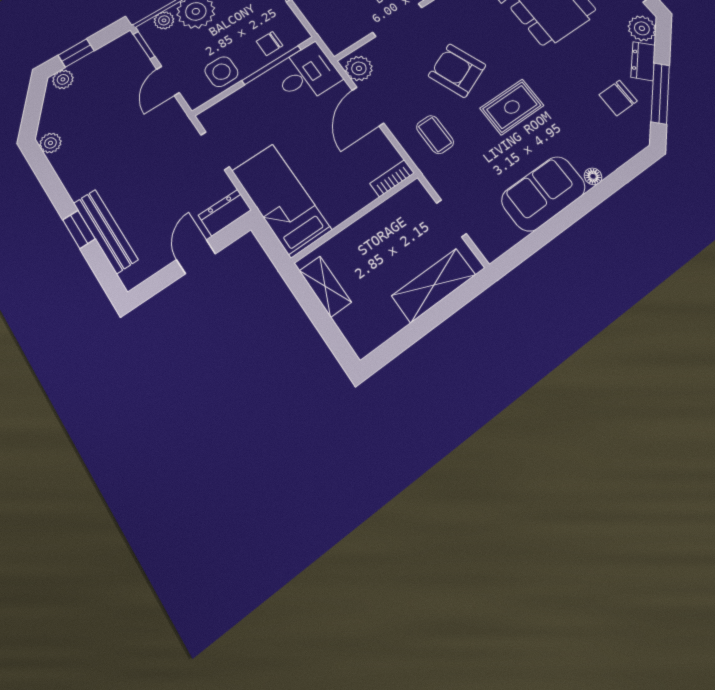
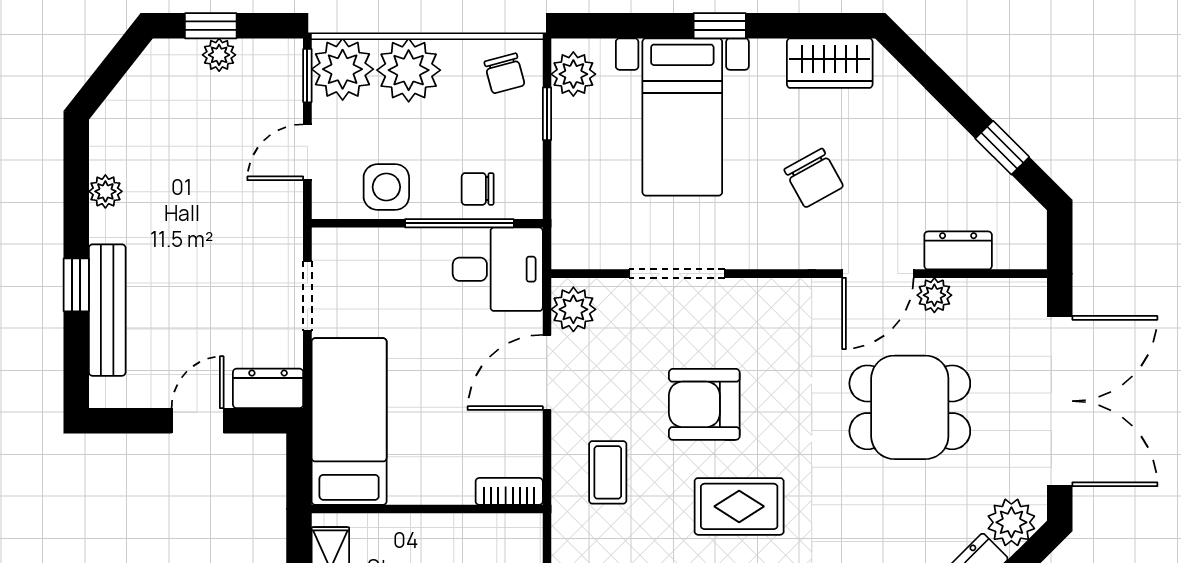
plant: (164, 20) -> (343, 69), width x1.87, depth x1.87
armchair: (457, 71) -> (704, 404), turned -68
plant: (63, 79) -> (219, 55), moved
plant: (50, 143) -> (105, 191), moved

